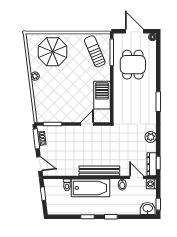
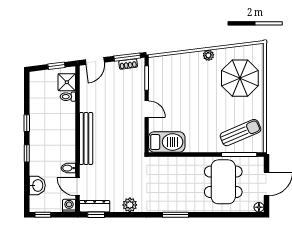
dining table: (133, 65) -> (223, 182), width x1.37
barbecue: (102, 95) -> (167, 142), moved
door: (87, 124) -> (147, 109), moved
door: (137, 177) -> (78, 187), swing flipped
shower: (56, 186) -> (67, 82), added
bathtub: (90, 188) -> (64, 127), removed
washbasin: (148, 208) -> (37, 185), moved

